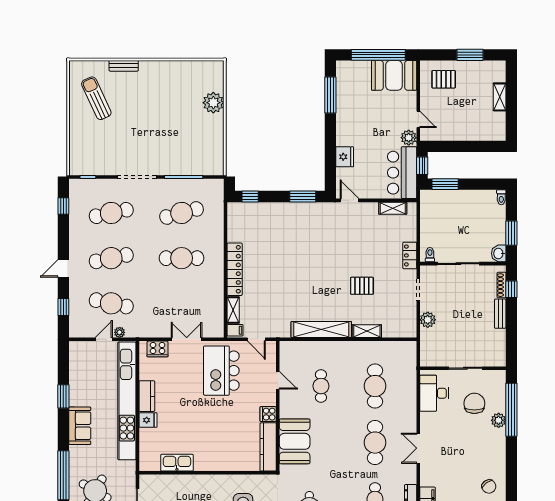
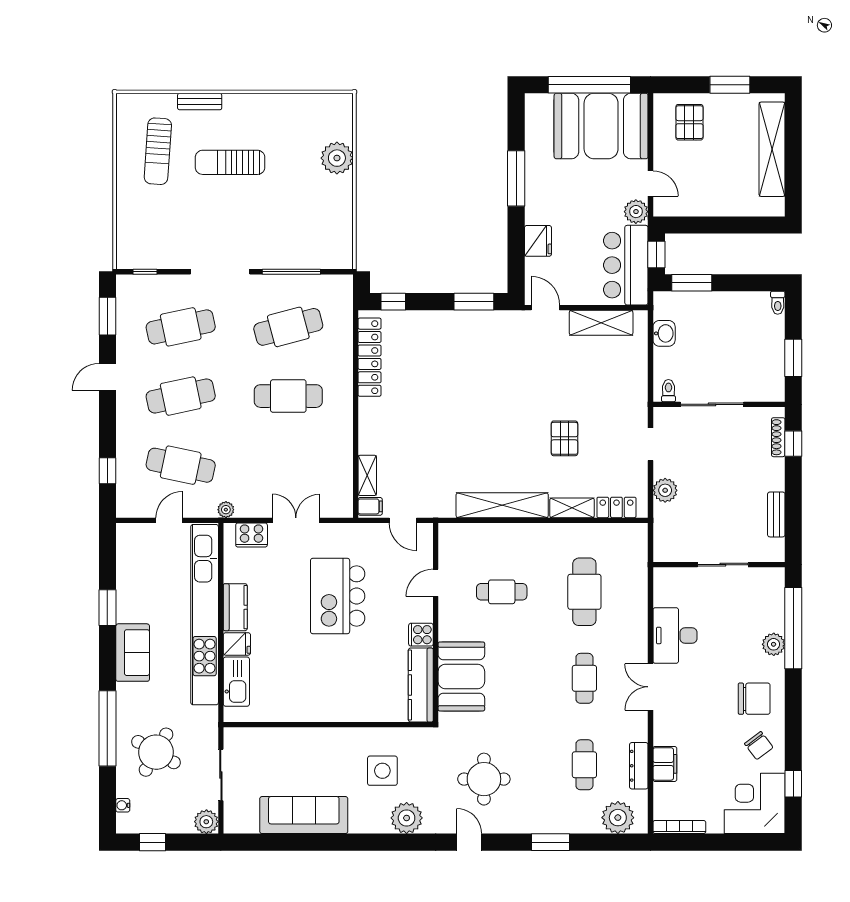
booth: (394, 75) -> (601, 126), width x1.36, depth x1.42
pallet: (444, 79) -> (689, 122), turned 90
window: (330, 95) -> (516, 178), moved
shelving: (500, 97) -> (772, 149), width x2.20, depth x1.33
sun lounger: (96, 98) -> (158, 151), turned -151
sun lounger: (143, 105) -> (230, 162), added
window: (63, 206) -> (107, 316), width x1.50
shelving: (393, 208) -> (601, 323), width x1.50, depth x1.33
washbasin: (499, 253) -> (664, 333), moved, turned 180
locker: (410, 255) -> (616, 507), moved, turned 90
door: (63, 268) -> (107, 377), moved
locker: (235, 269) -> (370, 357), moved
pallet: (362, 286) -> (564, 438), turned 90
bench: (500, 314) -> (776, 514), moved
plant: (120, 332) -> (226, 510), moved
kitchen island: (221, 371) -> (338, 596), moved
door: (278, 380) -> (436, 583), swing flipped
cafe table: (321, 386) -> (502, 592), turned 90
desk: (434, 393) -> (675, 636), moved
chair: (474, 403) -> (754, 699), moved, turned 90
cafe table: (375, 443) -> (584, 678), width x0.73, depth x0.74
kitchen sink: (177, 463) -> (236, 682), moved, turned 90

